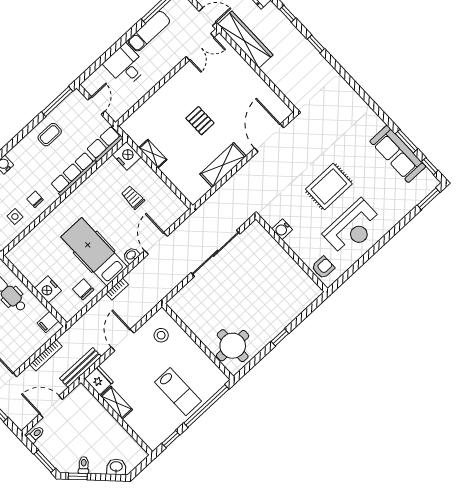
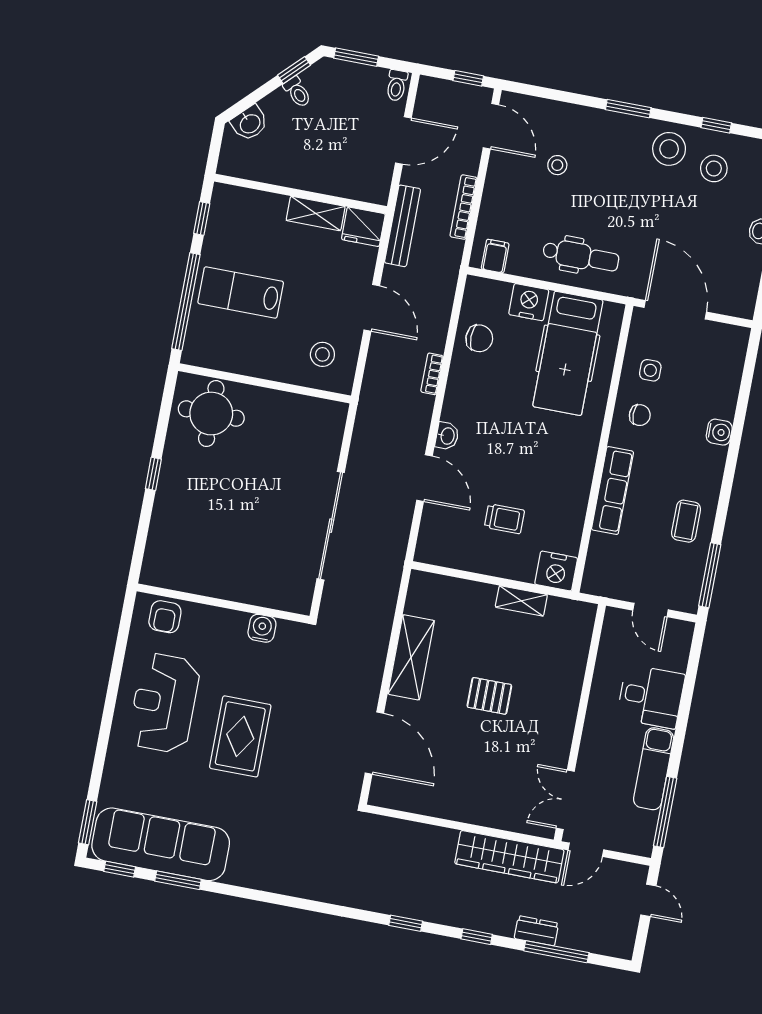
row of seats: (105, 144) -> (600, 565), removed
sofa: (398, 154) -> (161, 844), width x1.36, depth x1.27
hospital bed: (94, 252) -> (568, 353), moved, turned 90

